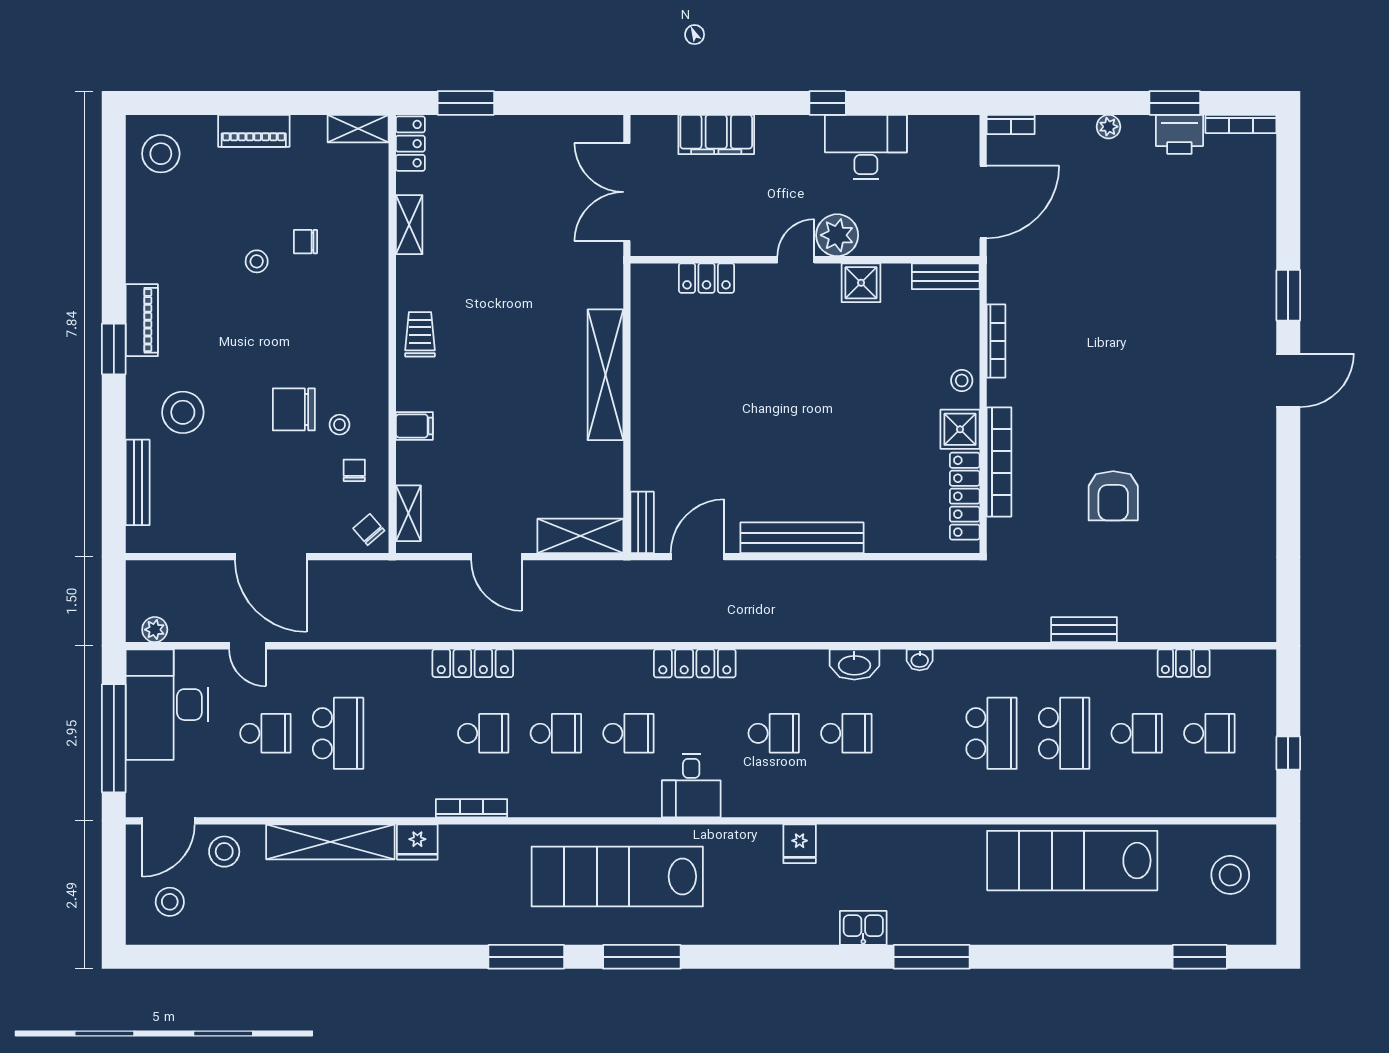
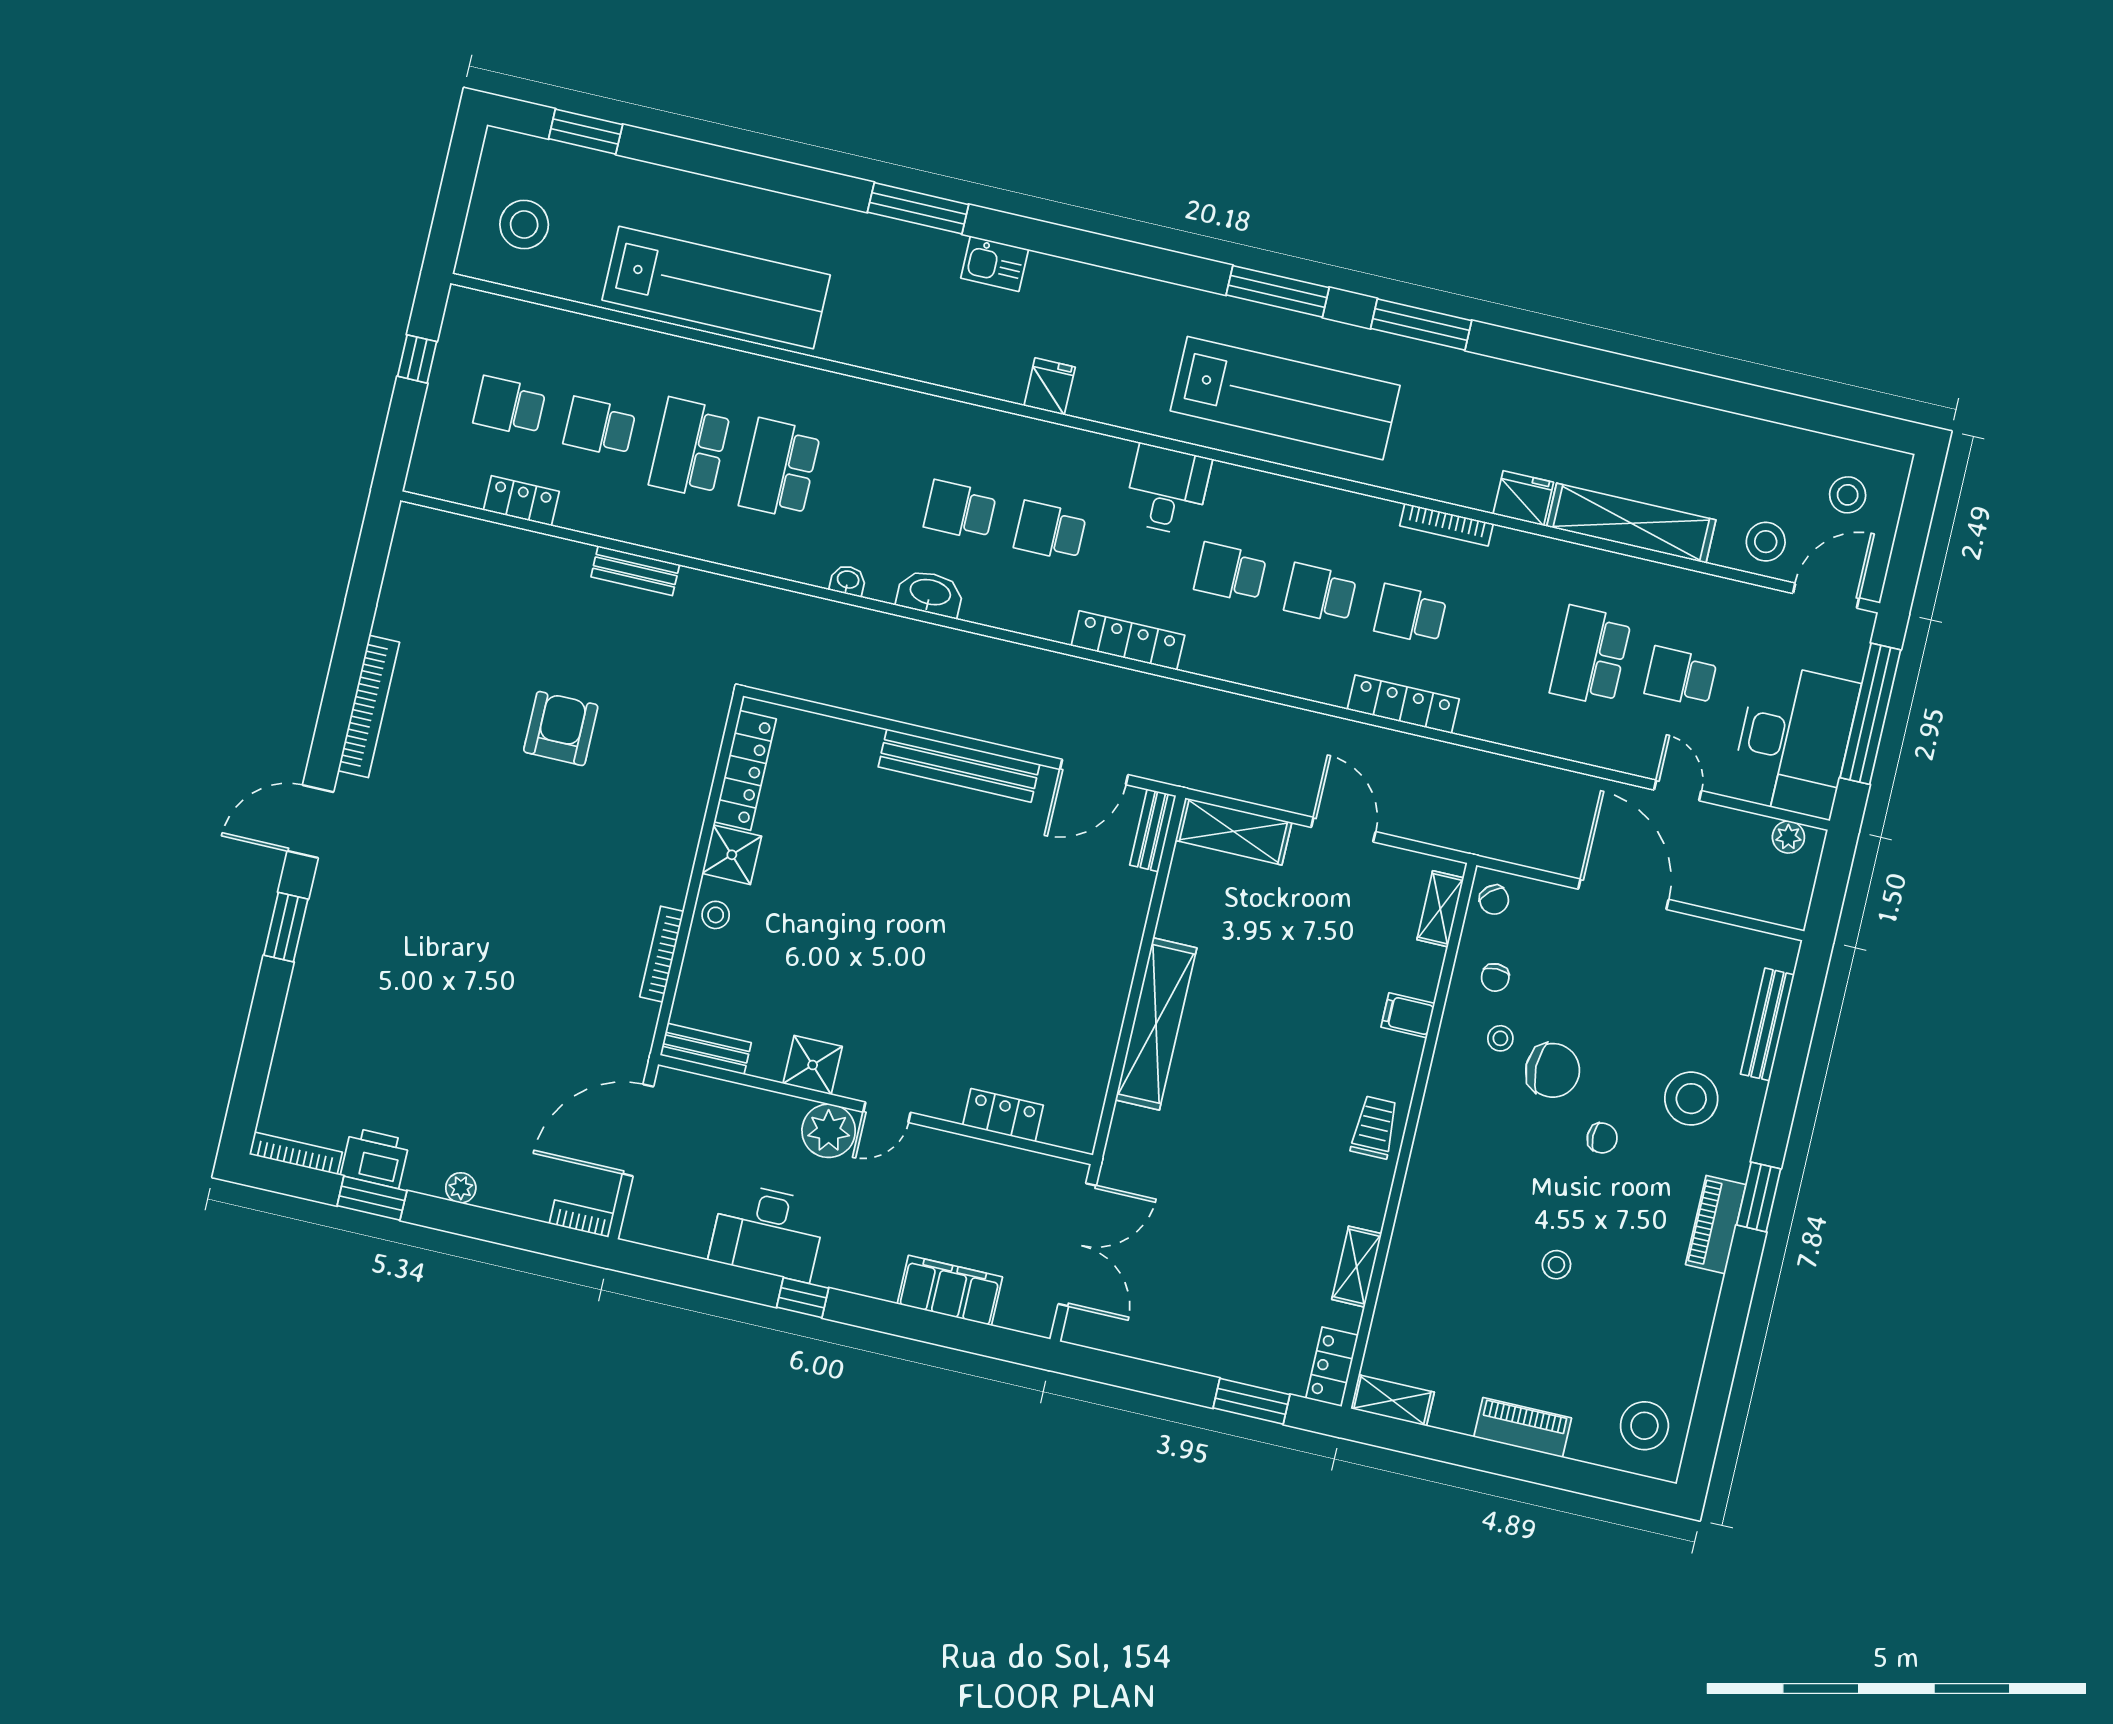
chair: (305, 242) -> (1602, 1138), moved
trolley: (420, 334) -> (1375, 1127), turned 180
bookcase: (999, 462) -> (369, 706), moved, turned 180

